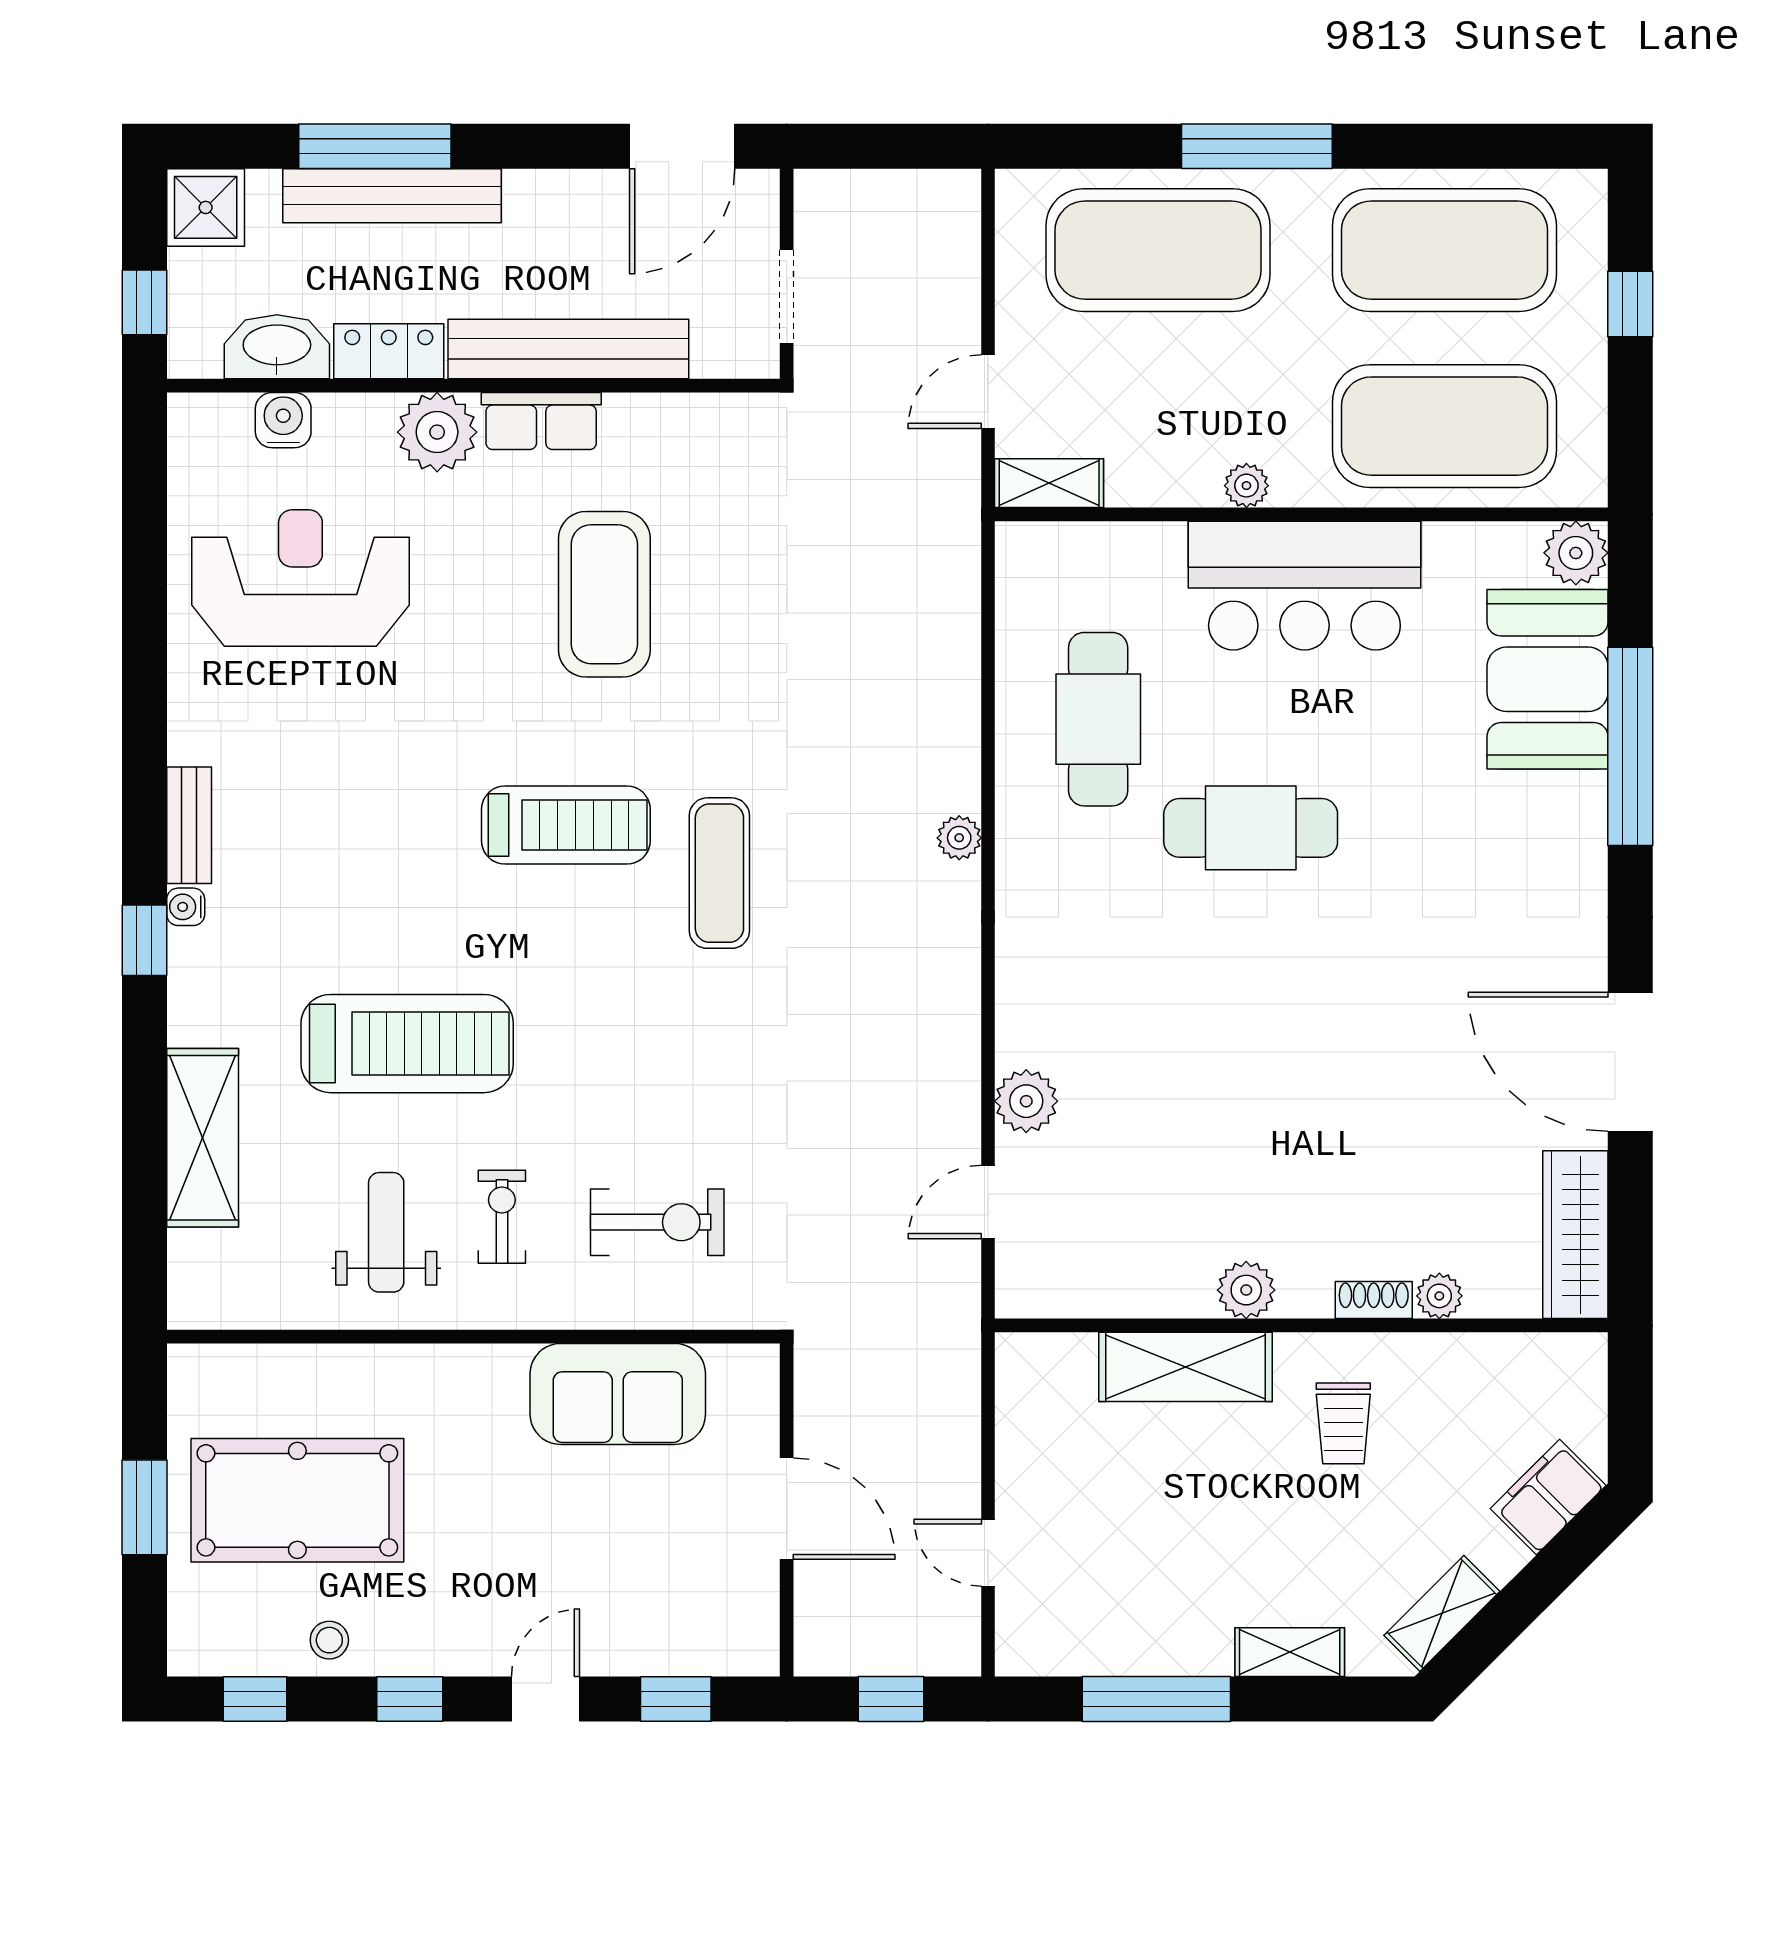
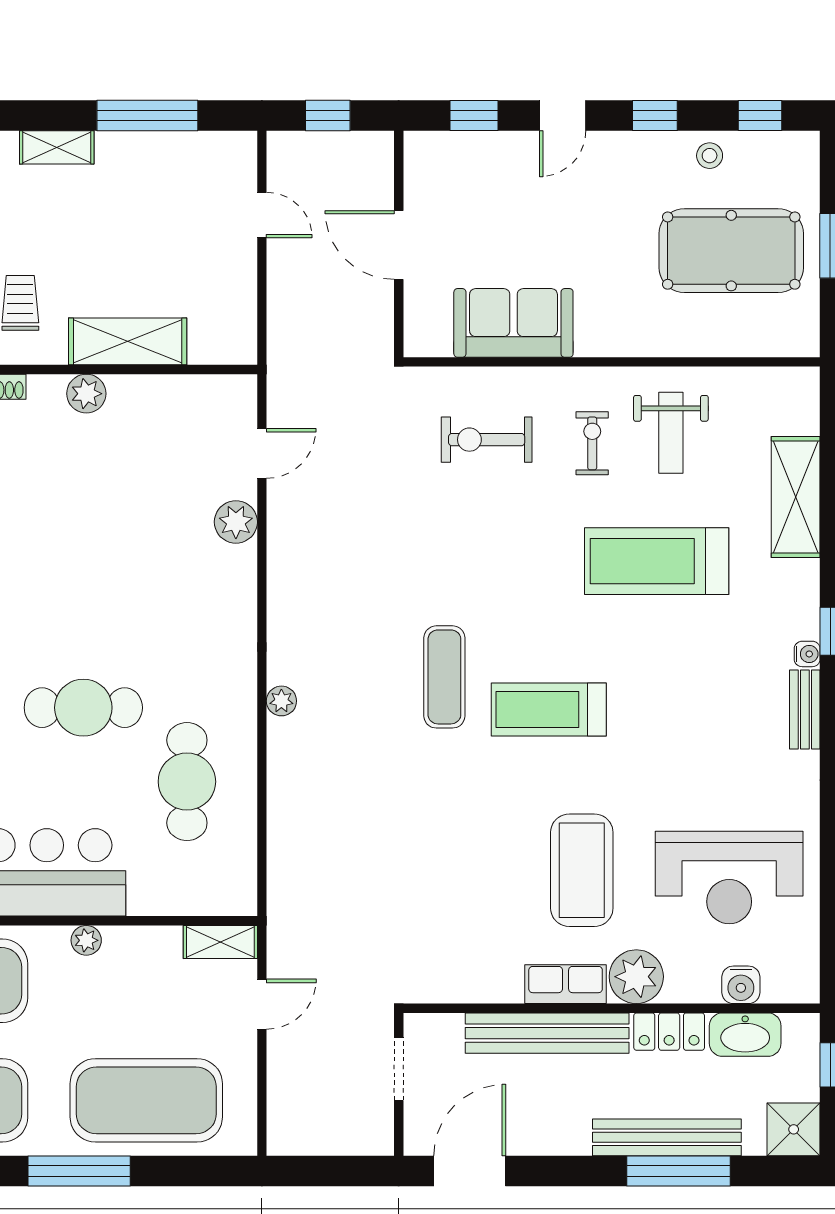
coffee table: (604, 594) -> (582, 870), moved
exercise bike: (502, 1217) -> (592, 443), turned 180

